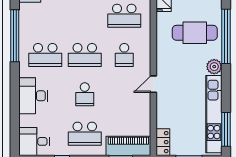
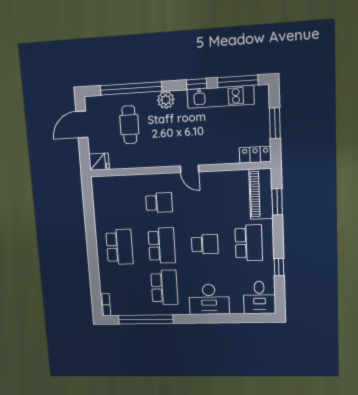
school desk: (124, 16) -> (119, 247), moved
cafe table: (195, 33) -> (129, 125), width x0.73, depth x0.74
window: (226, 94) -> (197, 84), added
kitchen unit: (214, 114) -> (221, 97), width x0.73

